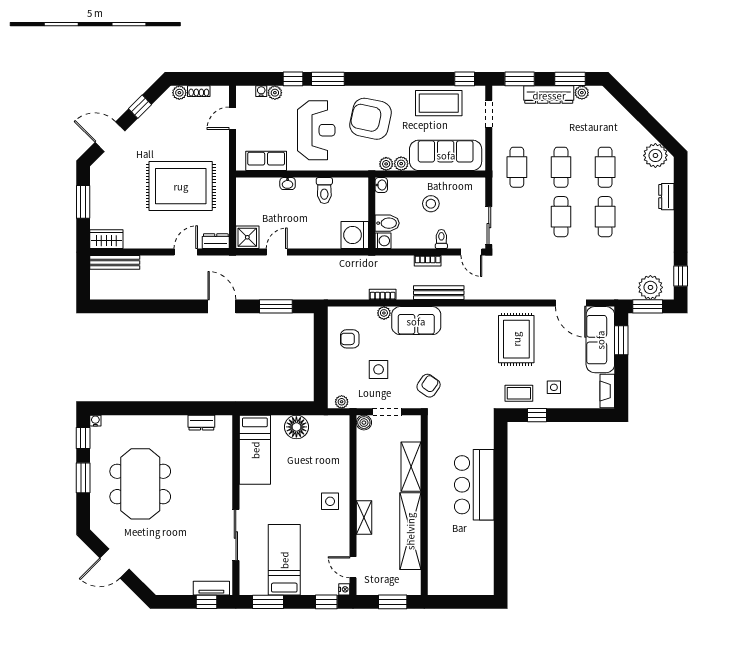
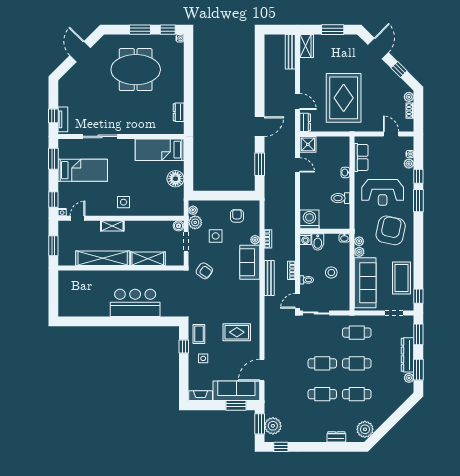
rug: (516, 339) -> (237, 332), width x0.73, depth x0.70
plant: (359, 399) -> (195, 222), added

